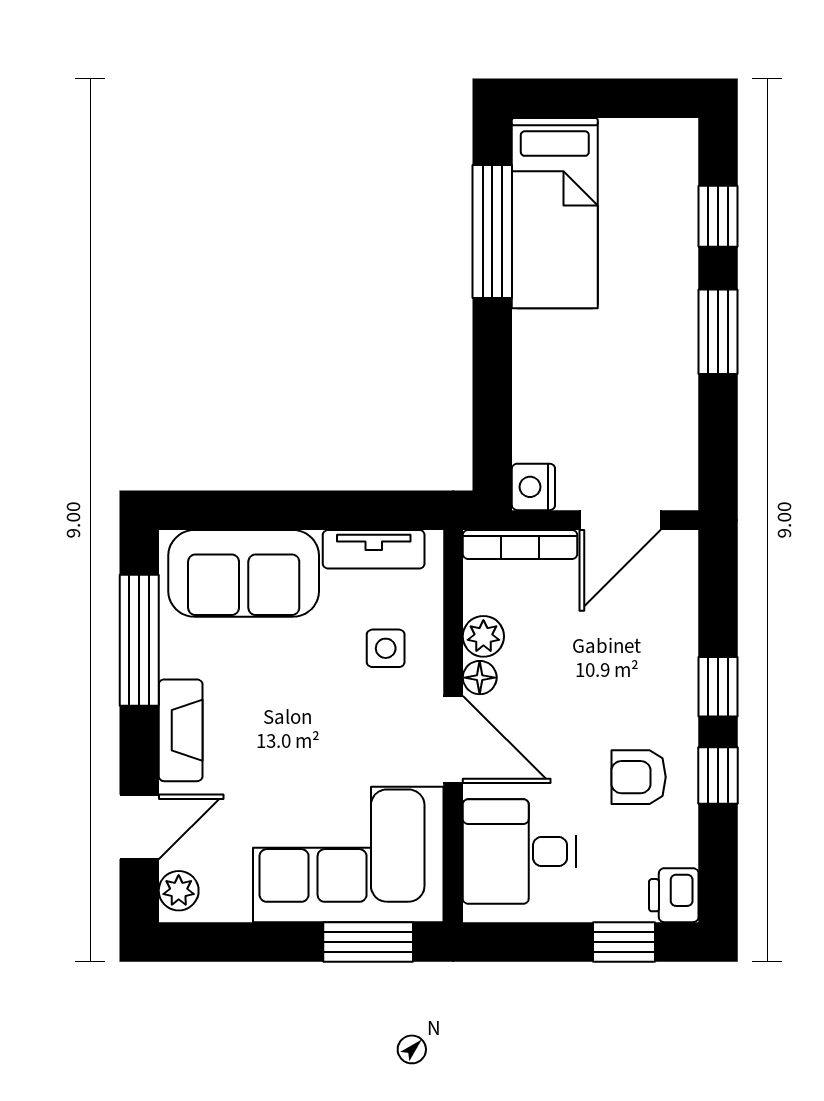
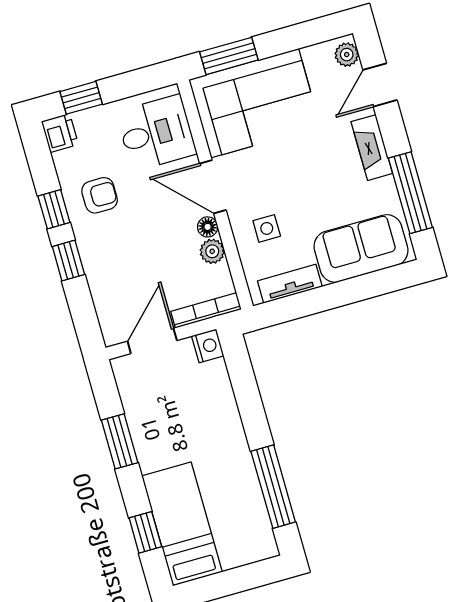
bed: (555, 213) -> (182, 524), moved
window: (718, 332) -> (120, 441), moved

